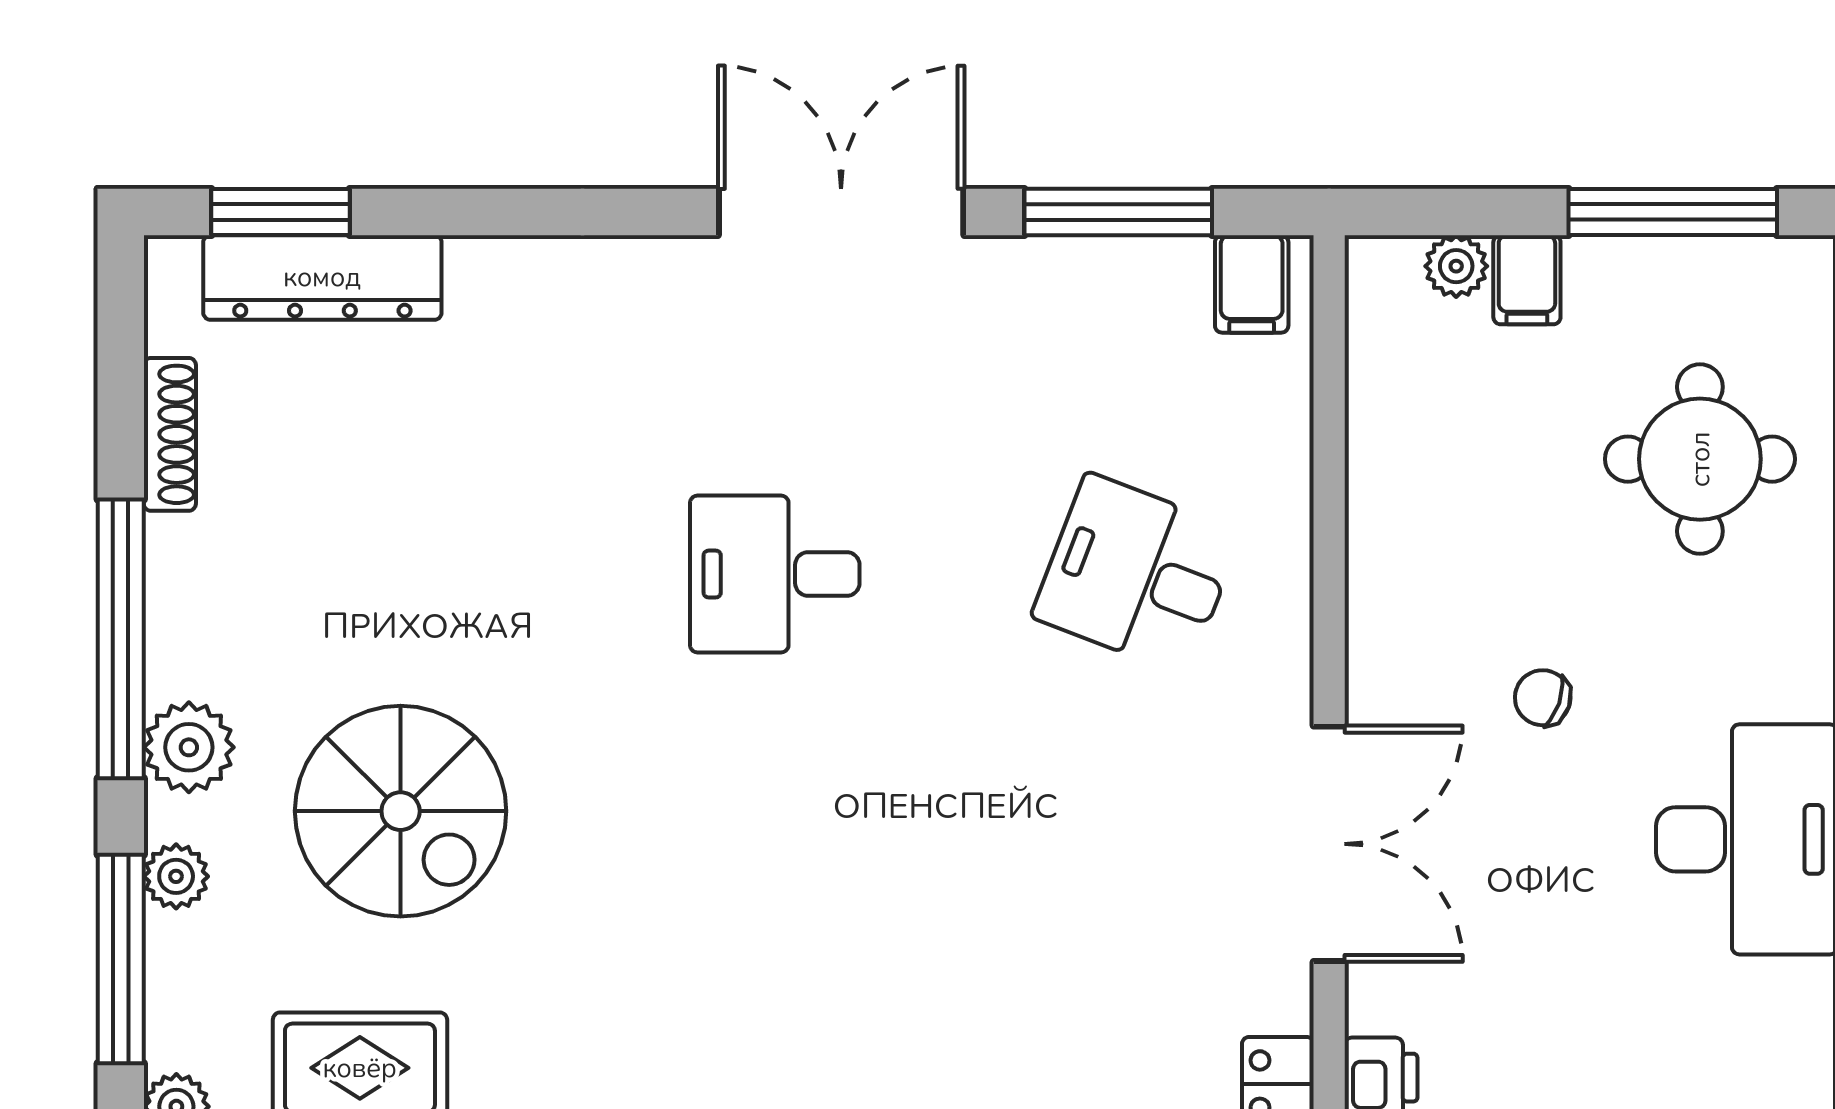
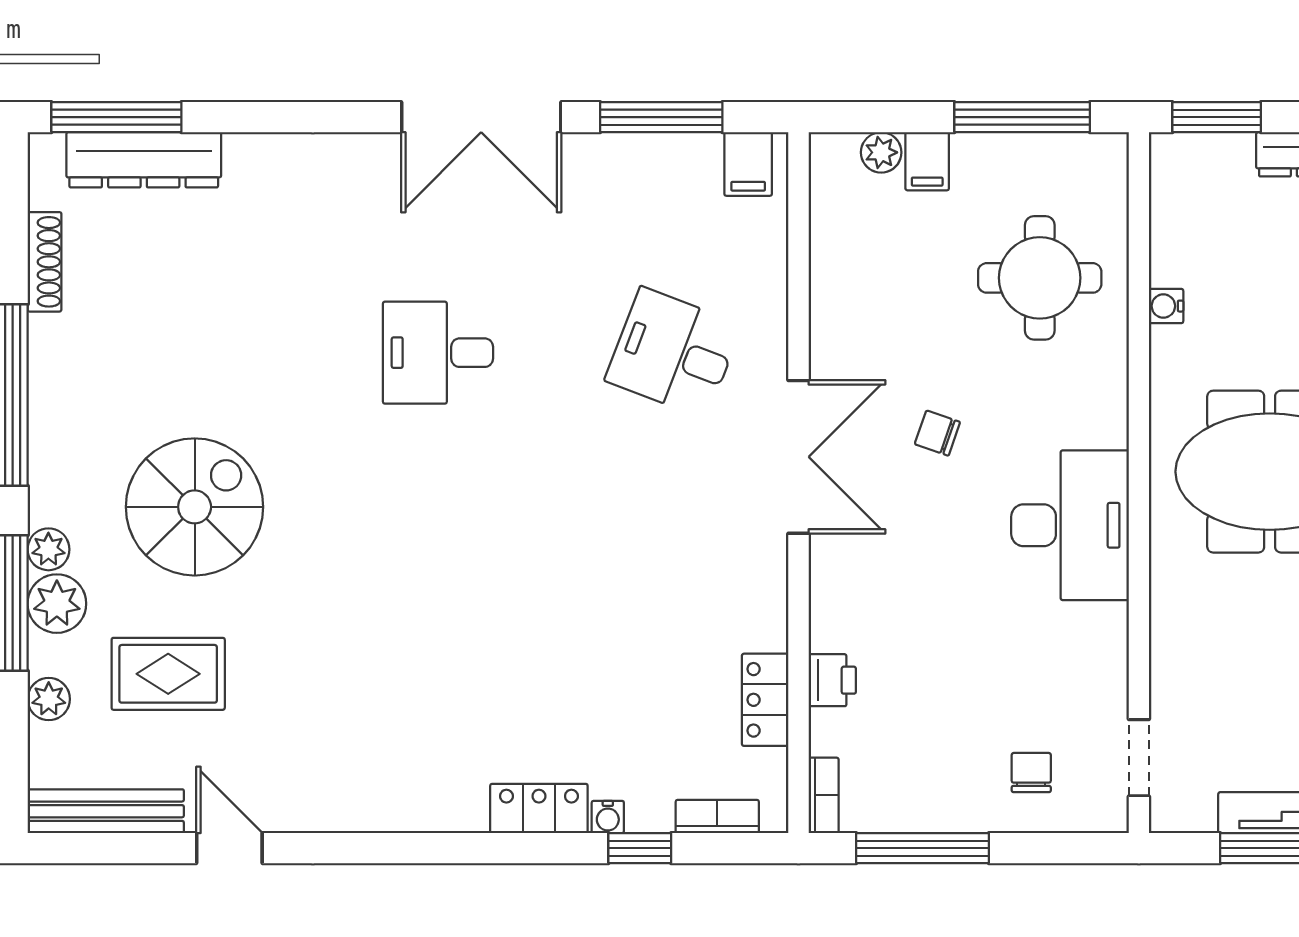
window: (280, 212) -> (116, 117), width x1.44
double door: (841, 212) -> (481, 117), swing flipped
plant: (189, 747) -> (57, 604), moved
spiral stairs: (401, 811) -> (195, 507), turned -90
double door: (1329, 844) -> (798, 457), moved

